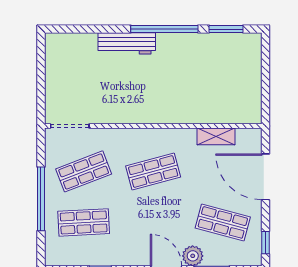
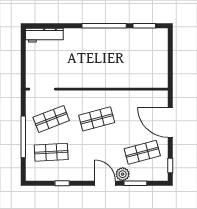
workbench: (127, 43) -> (44, 35), moved
shelving: (216, 136) -> (138, 96), removed
shop shelf: (223, 222) -> (142, 152), turned -30

